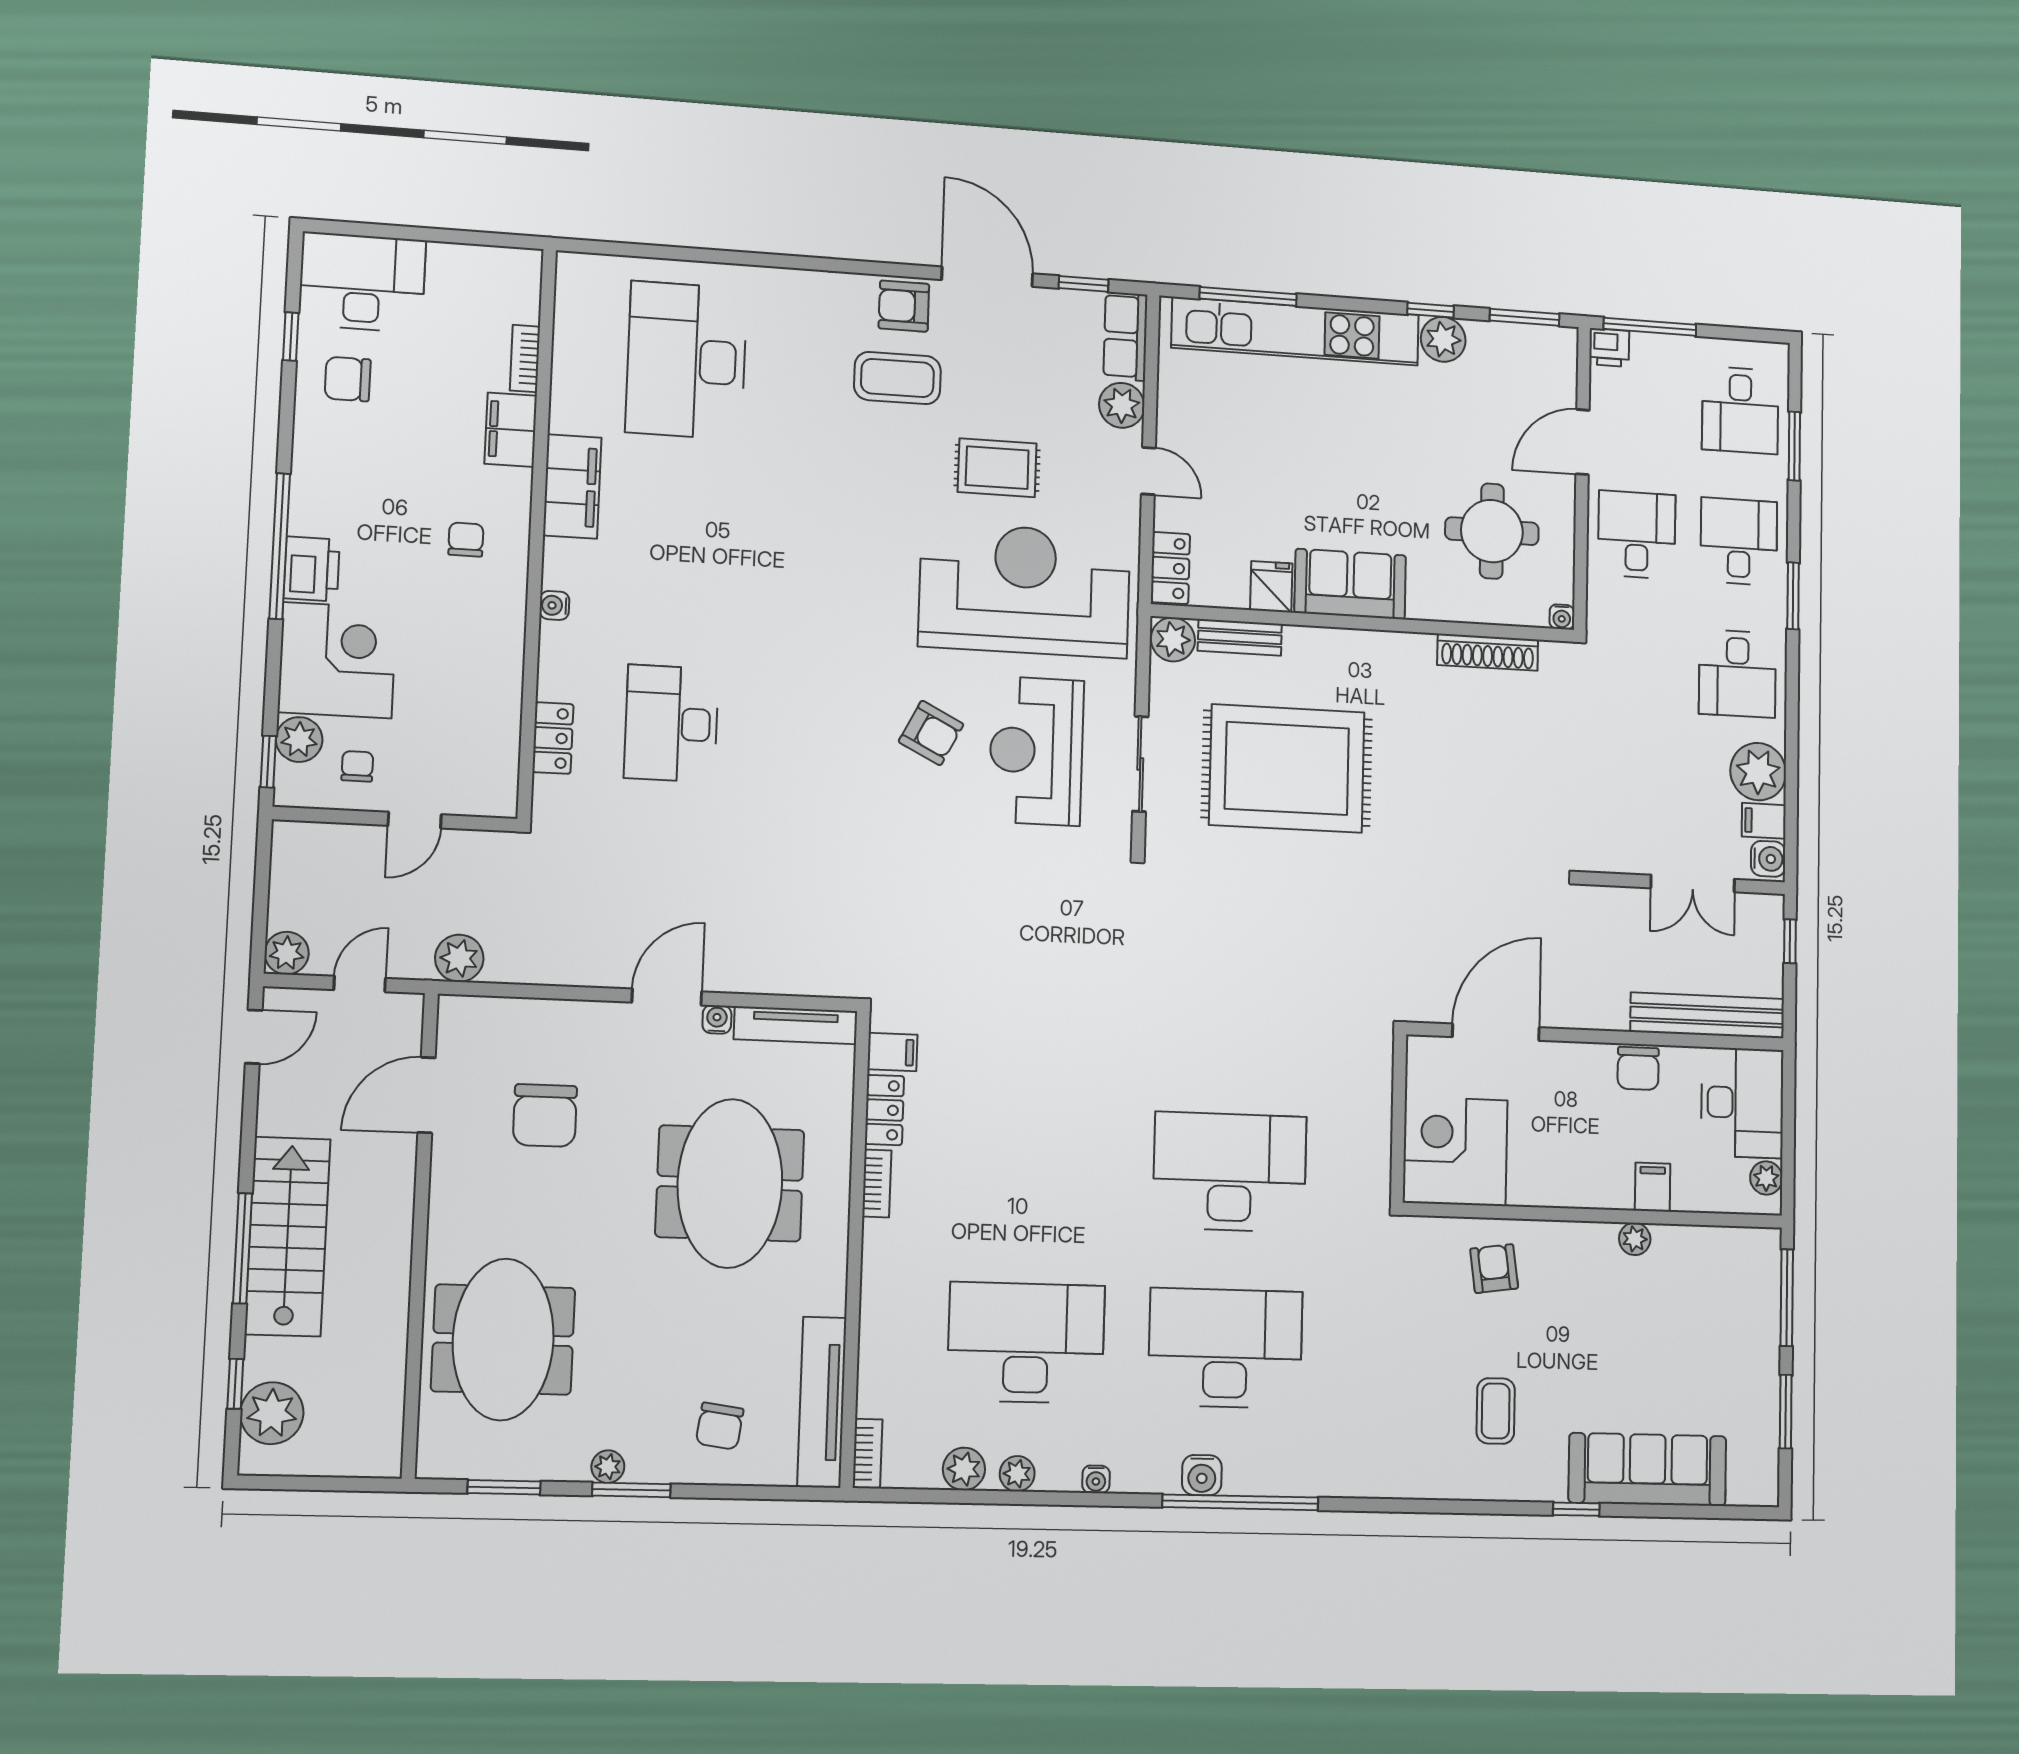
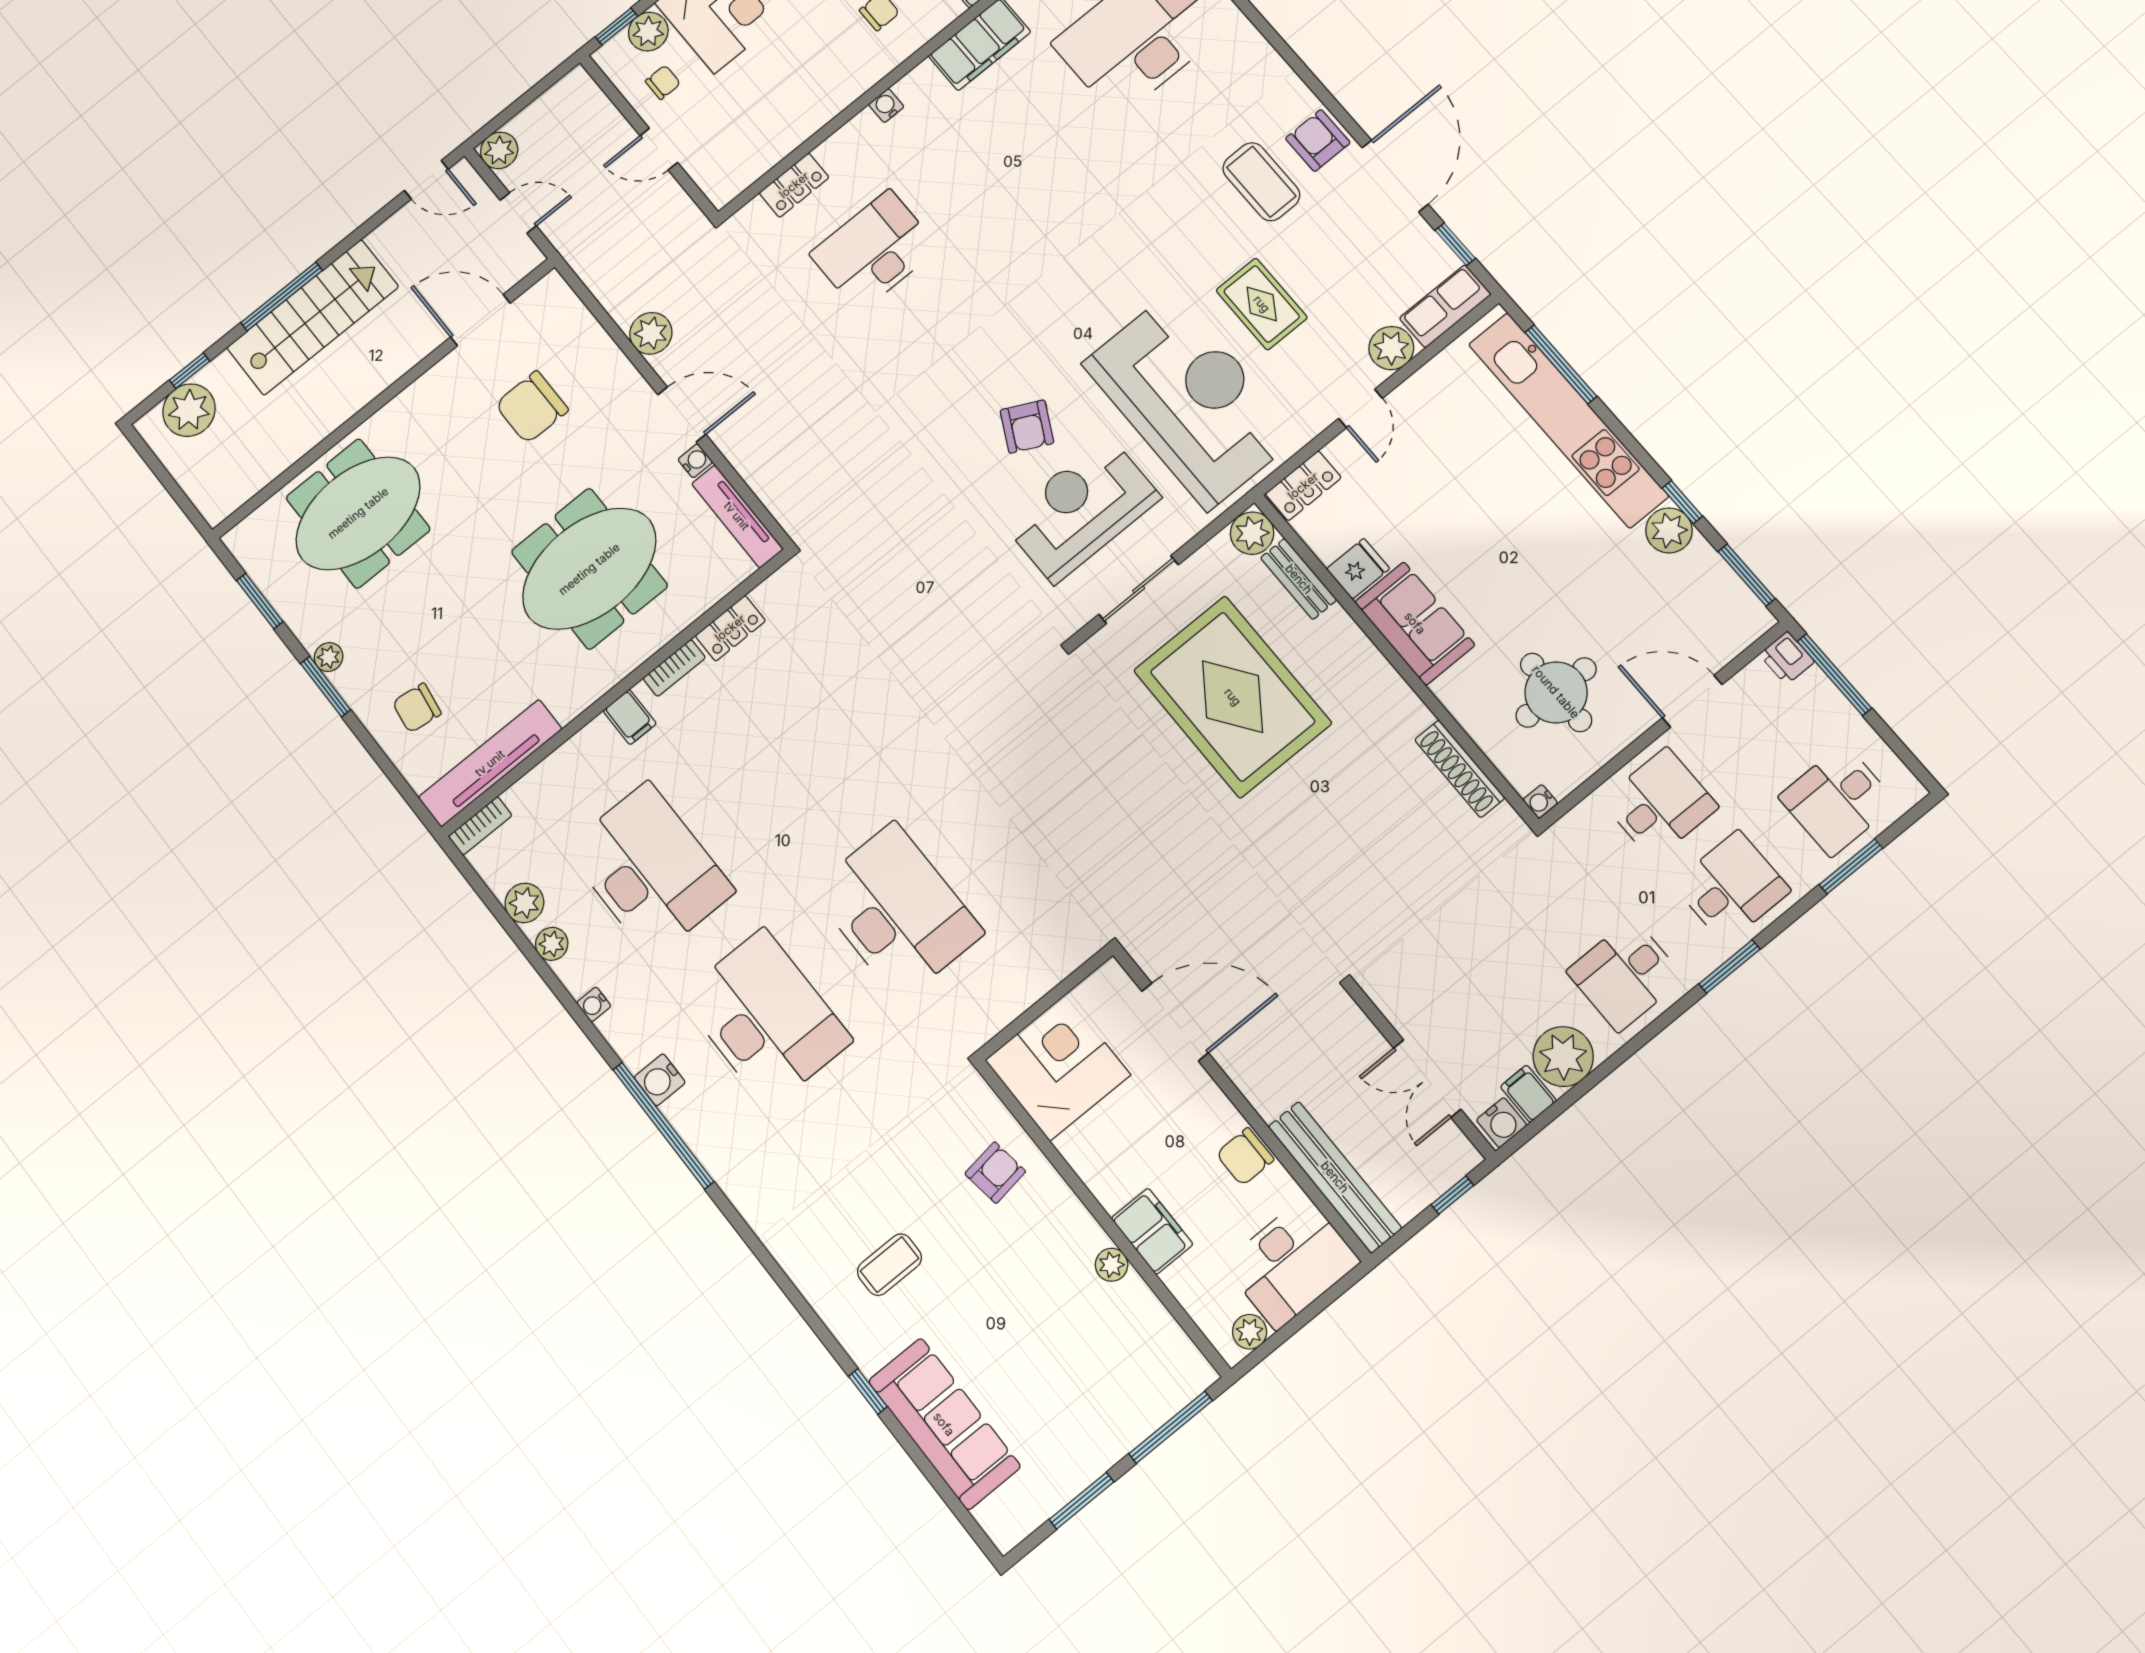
plant: (459, 958) -> (651, 333), moved
filing cabinet: (893, 1052) -> (630, 717), moved
filing cabinet: (1653, 1187) -> (1152, 1231), width x2.00

